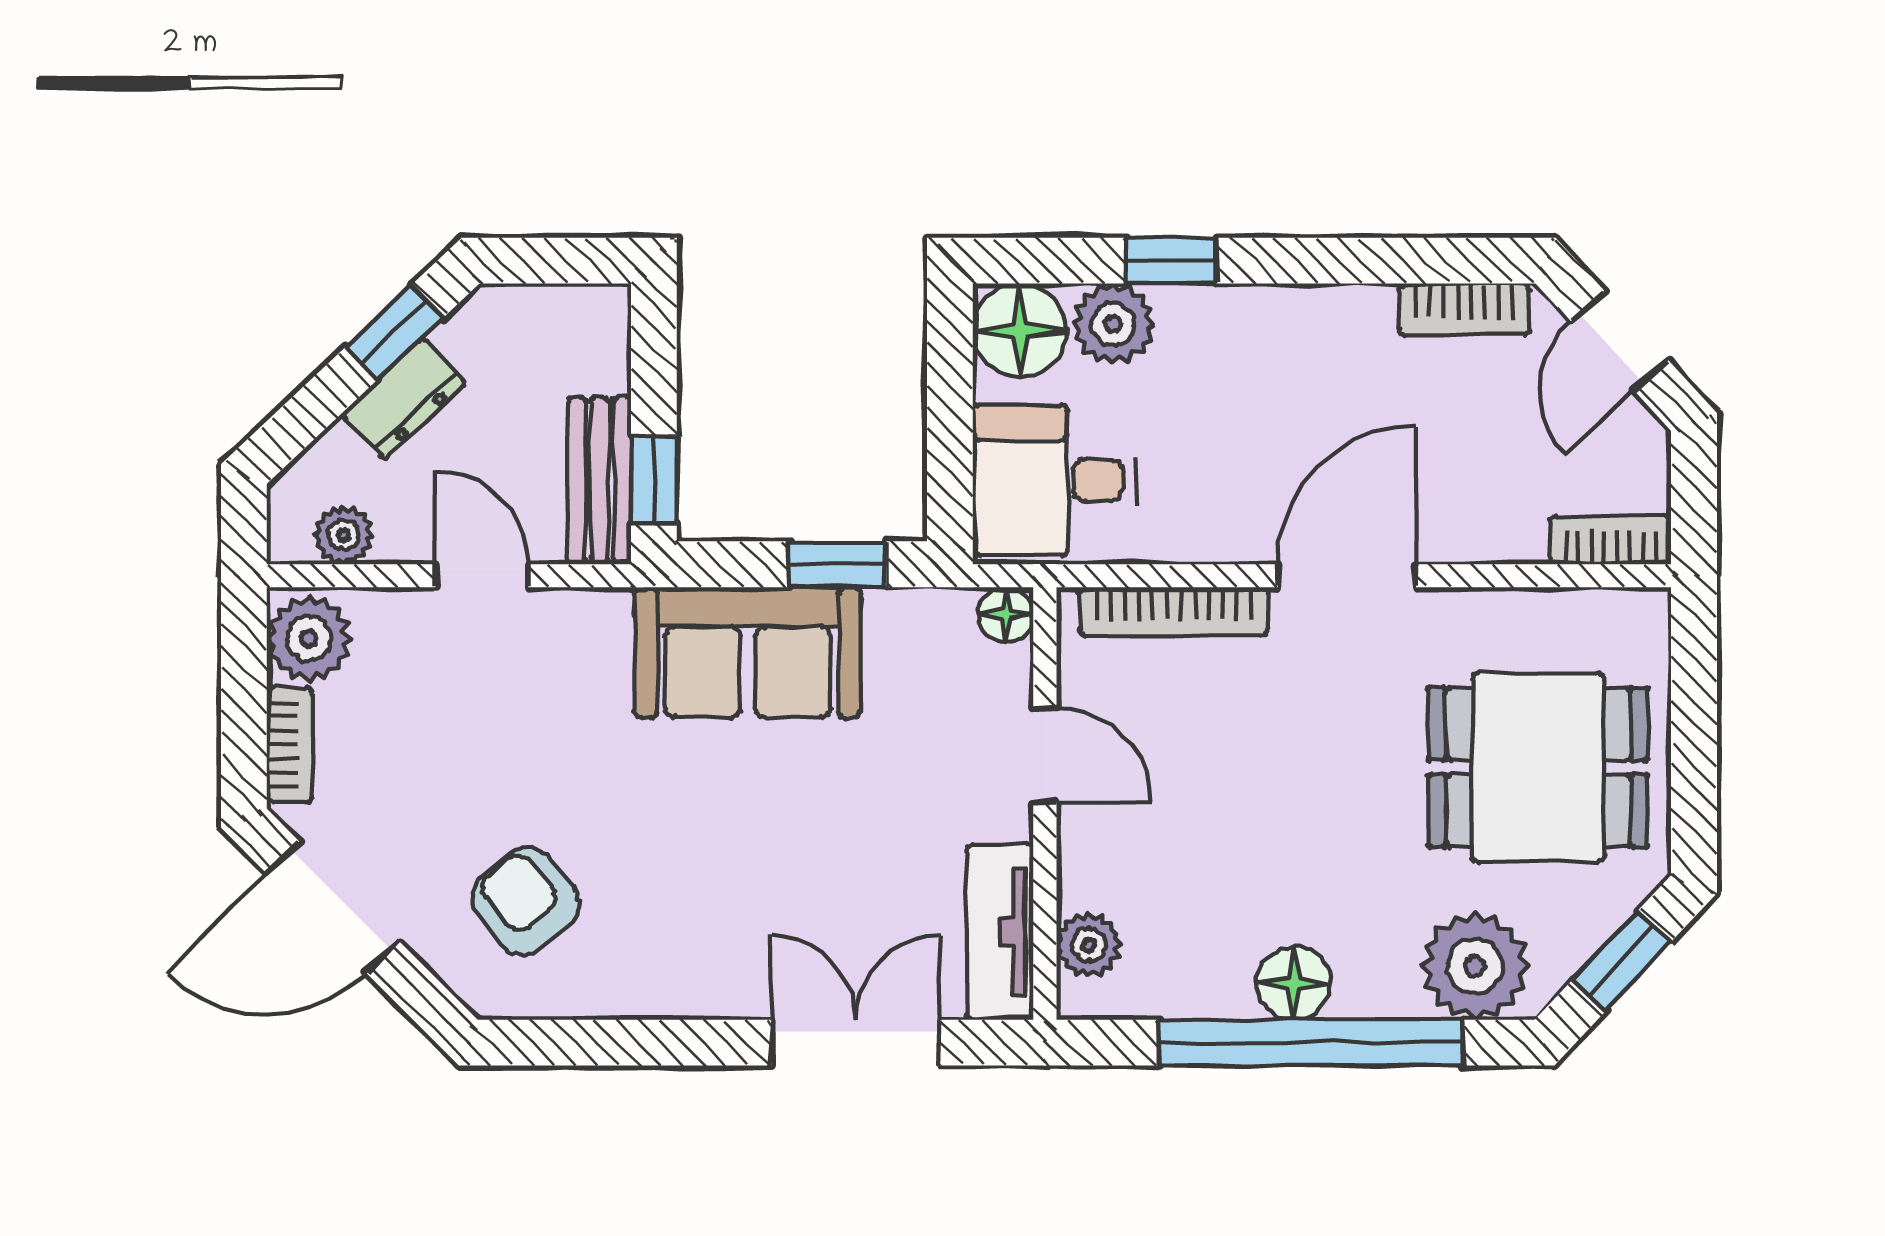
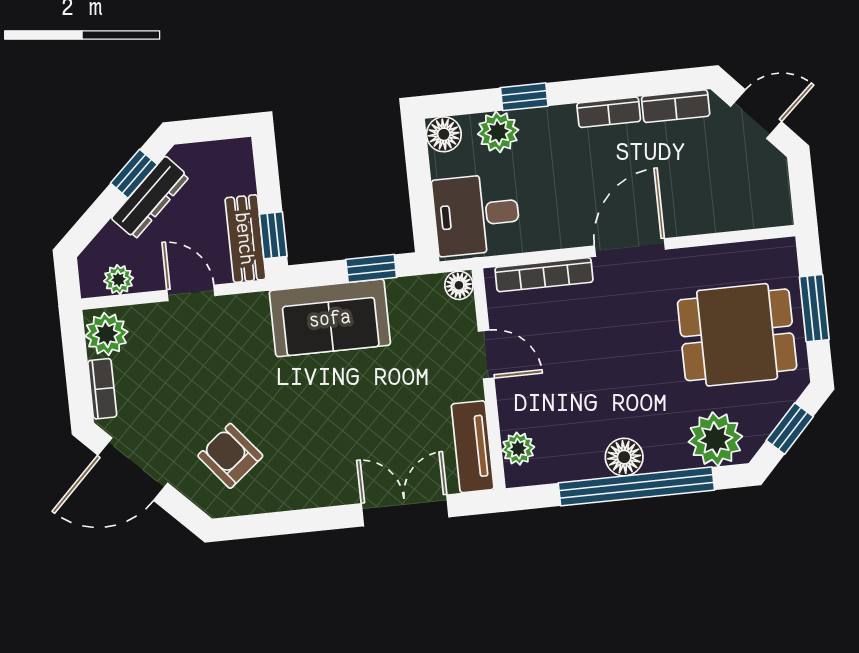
floor lamp: (1020, 330) -> (444, 134), width x0.73, depth x0.73
door: (1619, 341) -> (756, 114), swing flipped
dresser: (404, 399) -> (150, 198), width x1.44
bookcase: (1611, 540) -> (609, 112), moved, turned 180
window: (1694, 731) -> (814, 308), added

